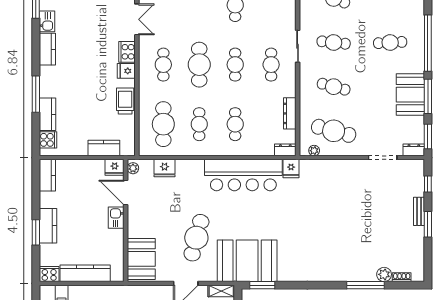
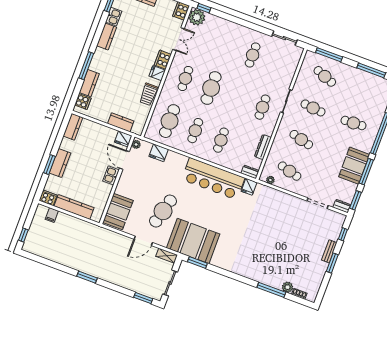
cafe table: (235, 65) -> (237, 98), removed
trolley: (125, 101) -> (148, 94), turned 180
cafe table: (334, 131) -> (290, 171), width x0.73, depth x0.74

